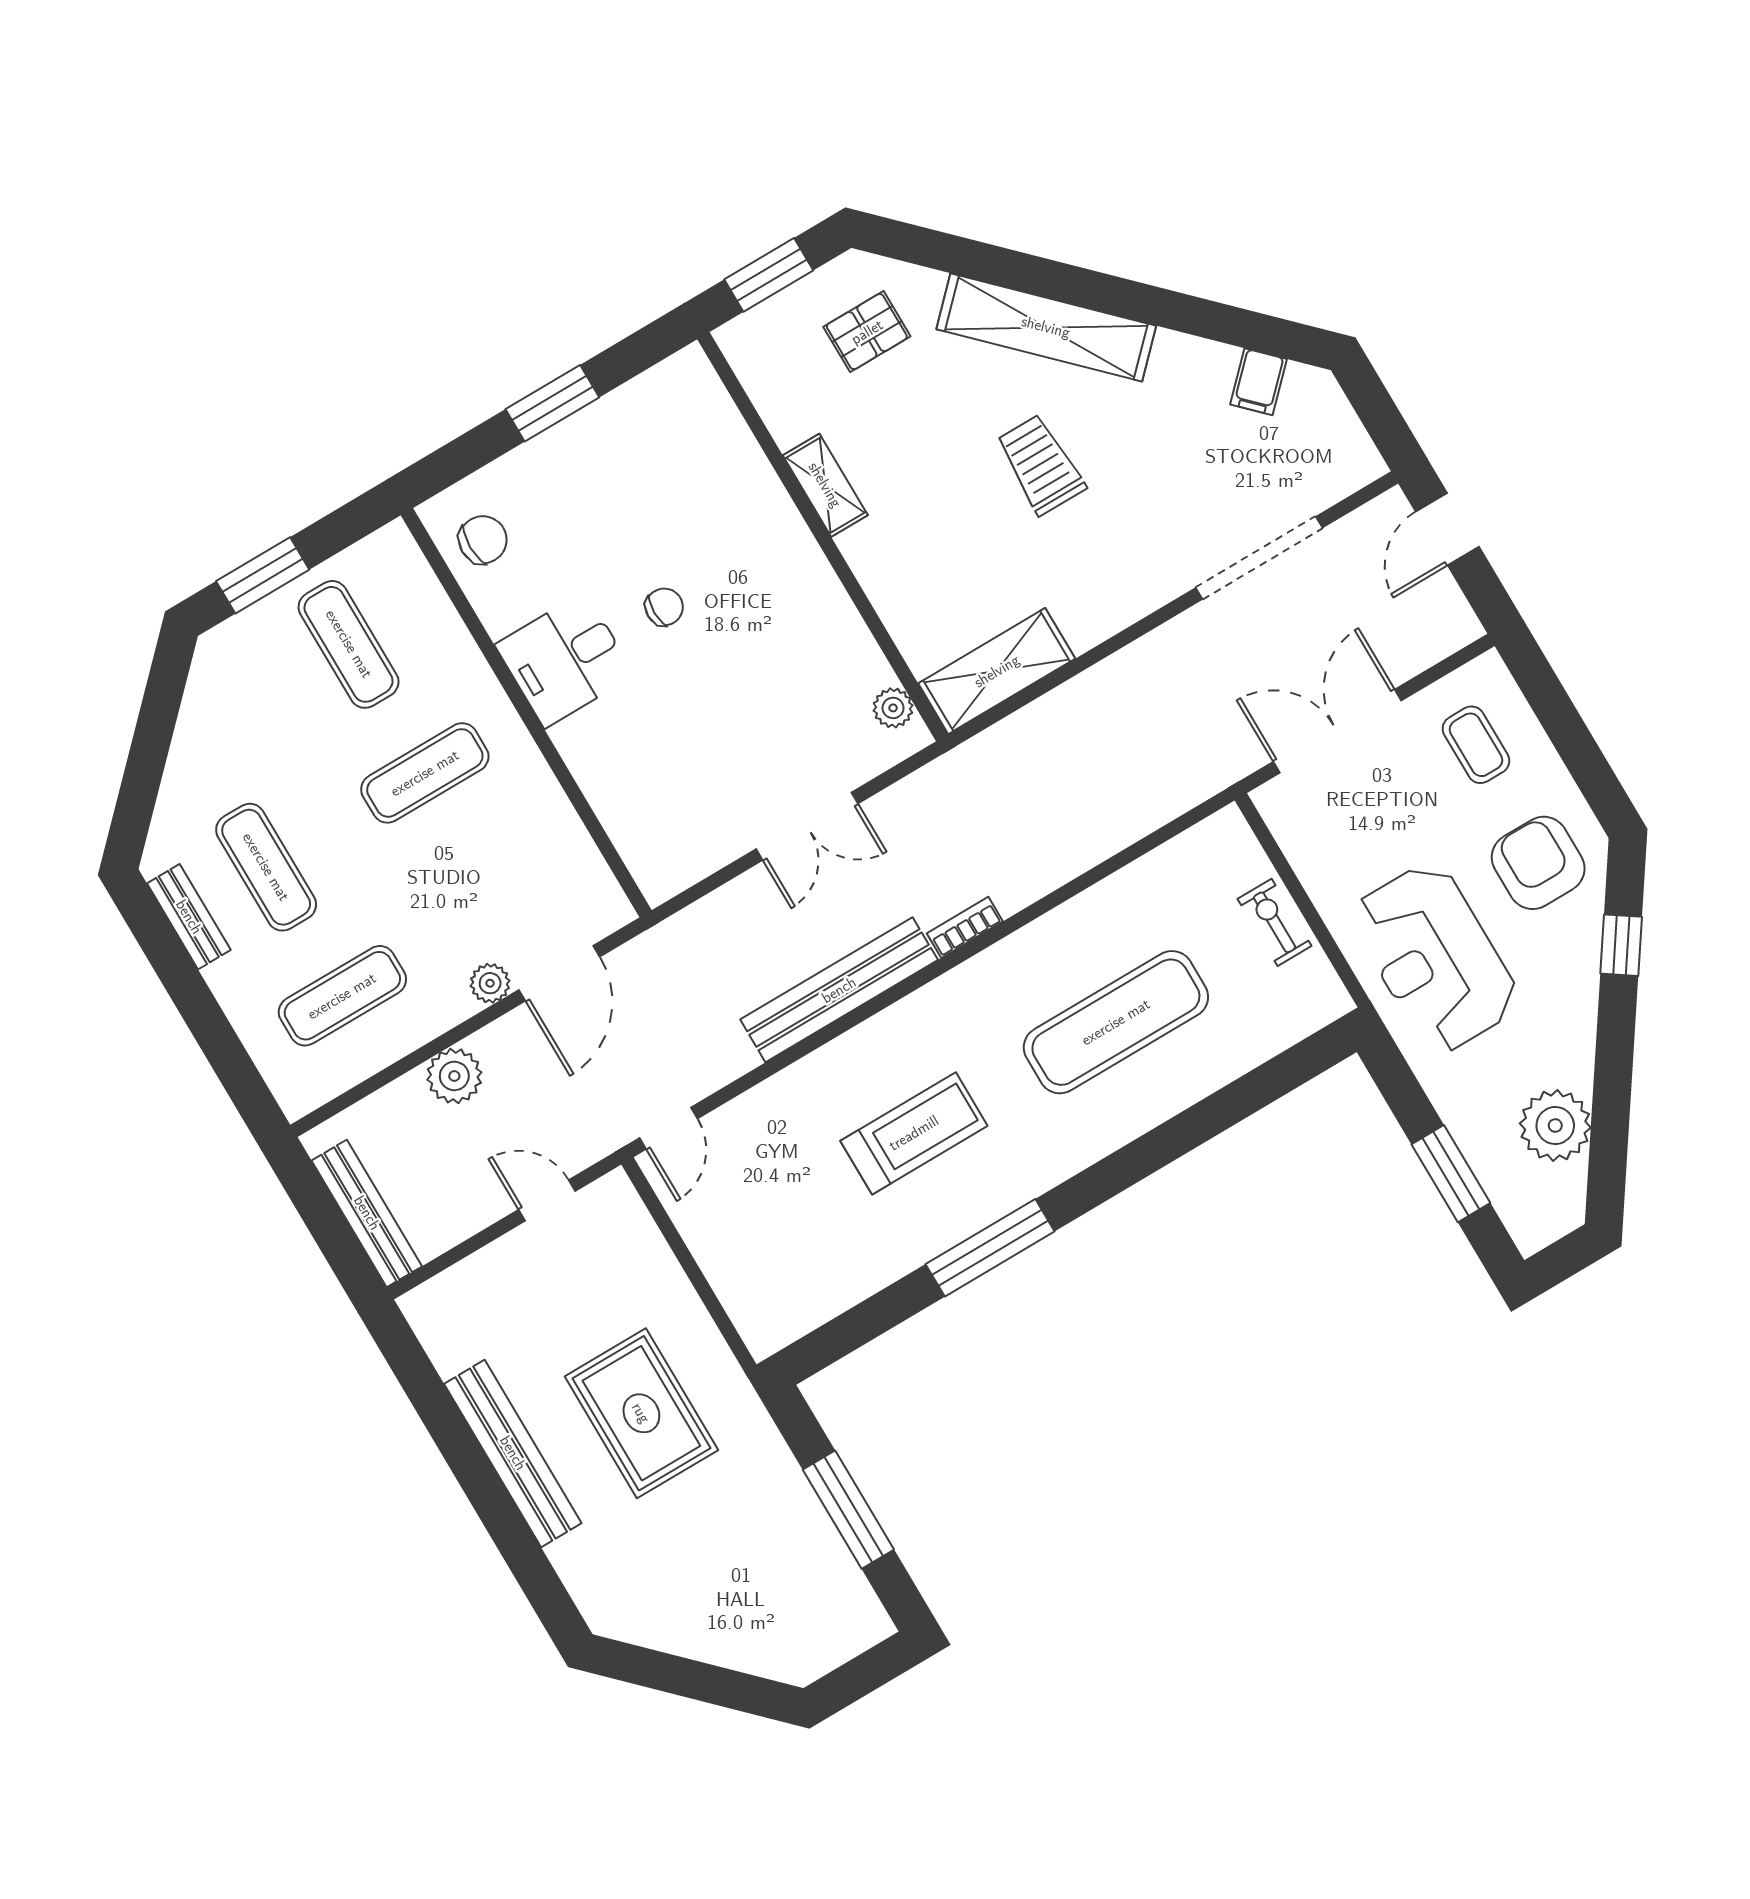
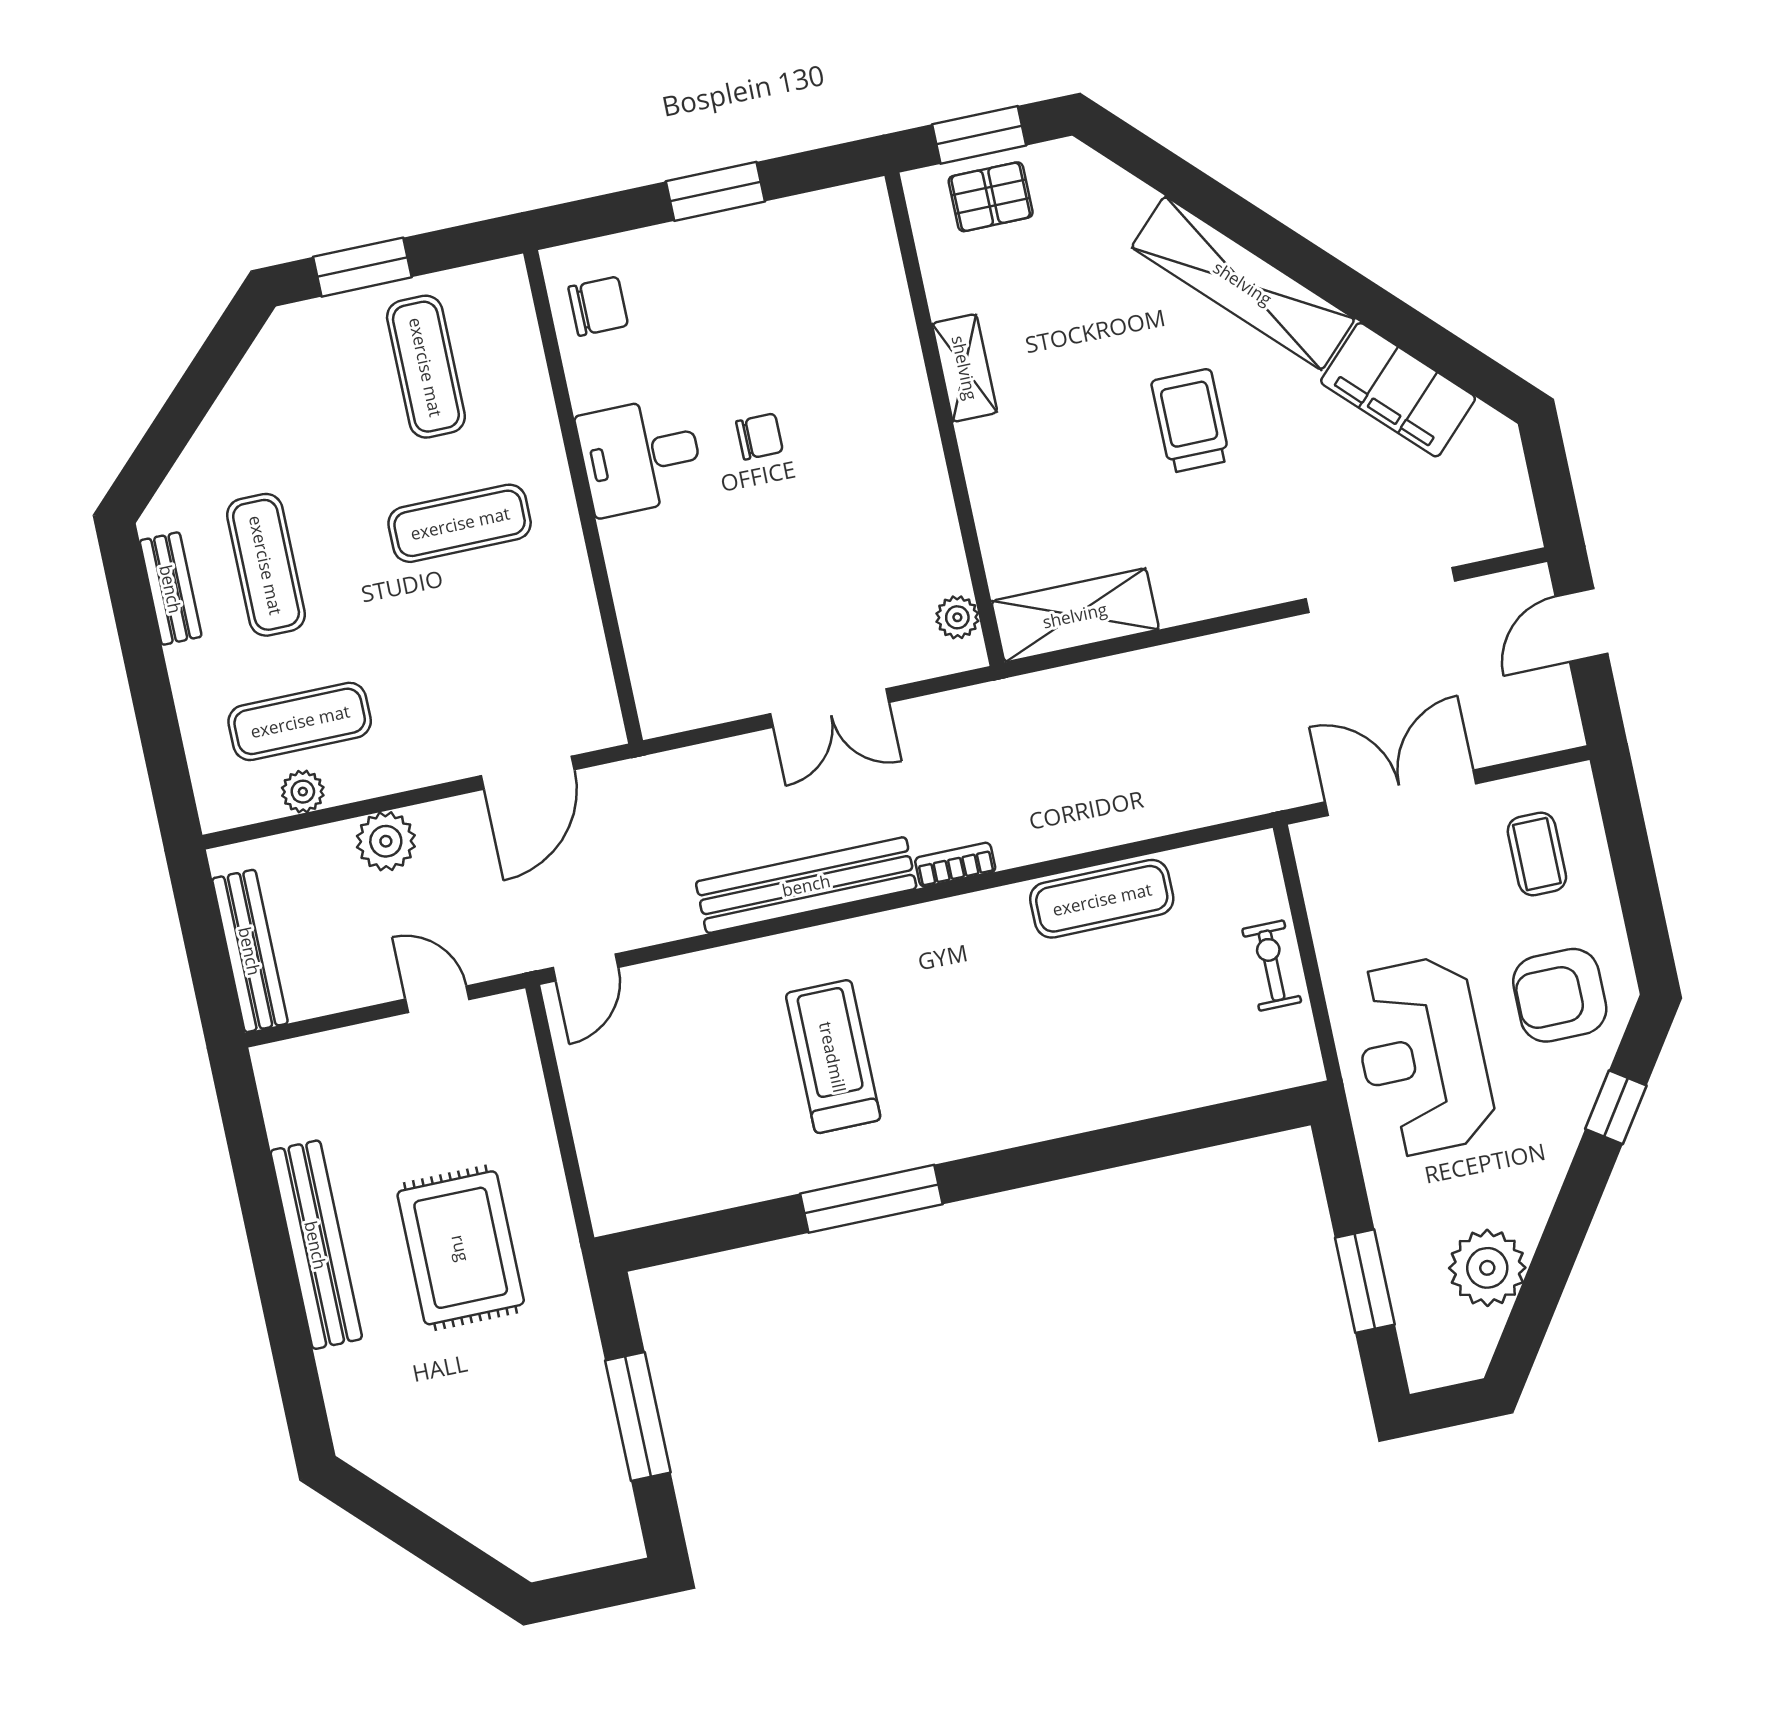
pallet: (867, 332) -> (991, 197), moved
filing cabinet: (1259, 382) -> (1398, 390), width x3.00, depth x1.17
armchair: (1538, 863) -> (1560, 995), turned -90
plant: (490, 983) -> (303, 792), moved
exercise mat: (1116, 1022) -> (1102, 899), moved, width x0.73, depth x0.69
treadmill: (914, 1133) -> (833, 1057), turned -90

